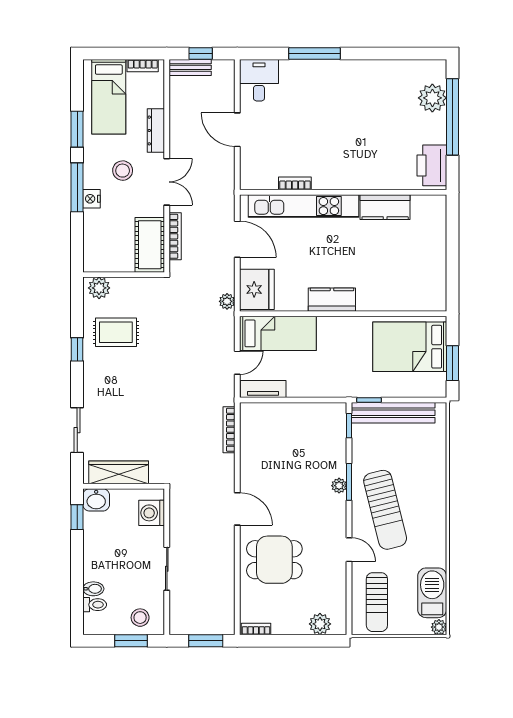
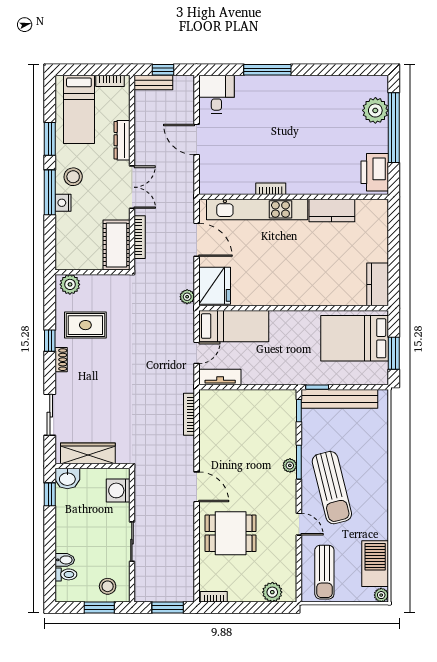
stool: (123, 171) -> (73, 177), moved
bookcase: (295, 183) -> (271, 189), moved
kitchen counter: (332, 300) -> (378, 284), moved, turned -90
shoe rack: (89, 370) -> (61, 360), added

